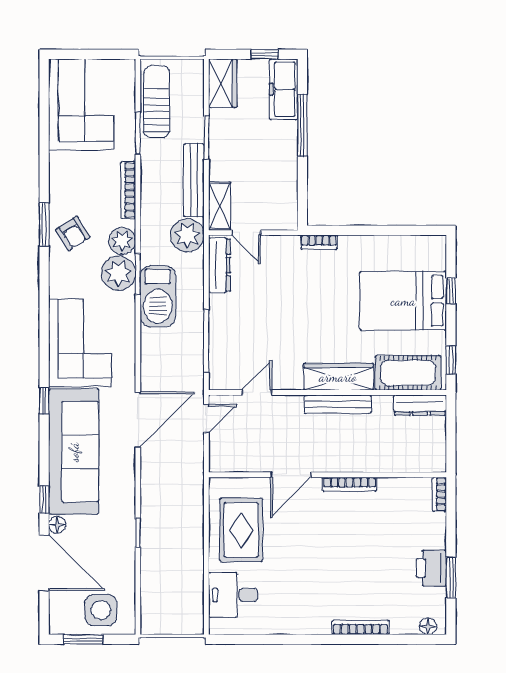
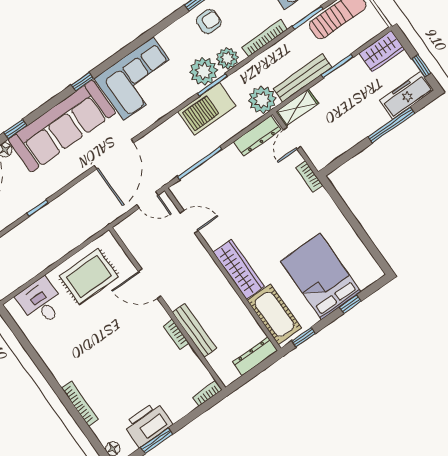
armchair: (73, 233) -> (209, 21), turned -148
bookcase: (319, 242) -> (309, 176), moved
bench: (338, 404) -> (194, 330), moved
dresser: (420, 405) -> (255, 356), moved, turned 90
door: (138, 420) -> (114, 154), hinge flipped
bookcase: (349, 484) -> (176, 334), width x0.64
printer: (431, 568) -> (148, 424), width x1.37, depth x1.19

